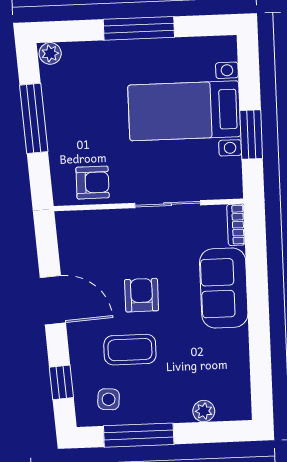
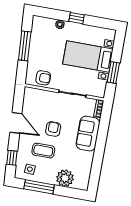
window: (139, 28) -> (77, 18), width x0.46
plant: (50, 53) -> (60, 24), moved
plant: (204, 411) -> (65, 178), width x1.88, depth x1.88

